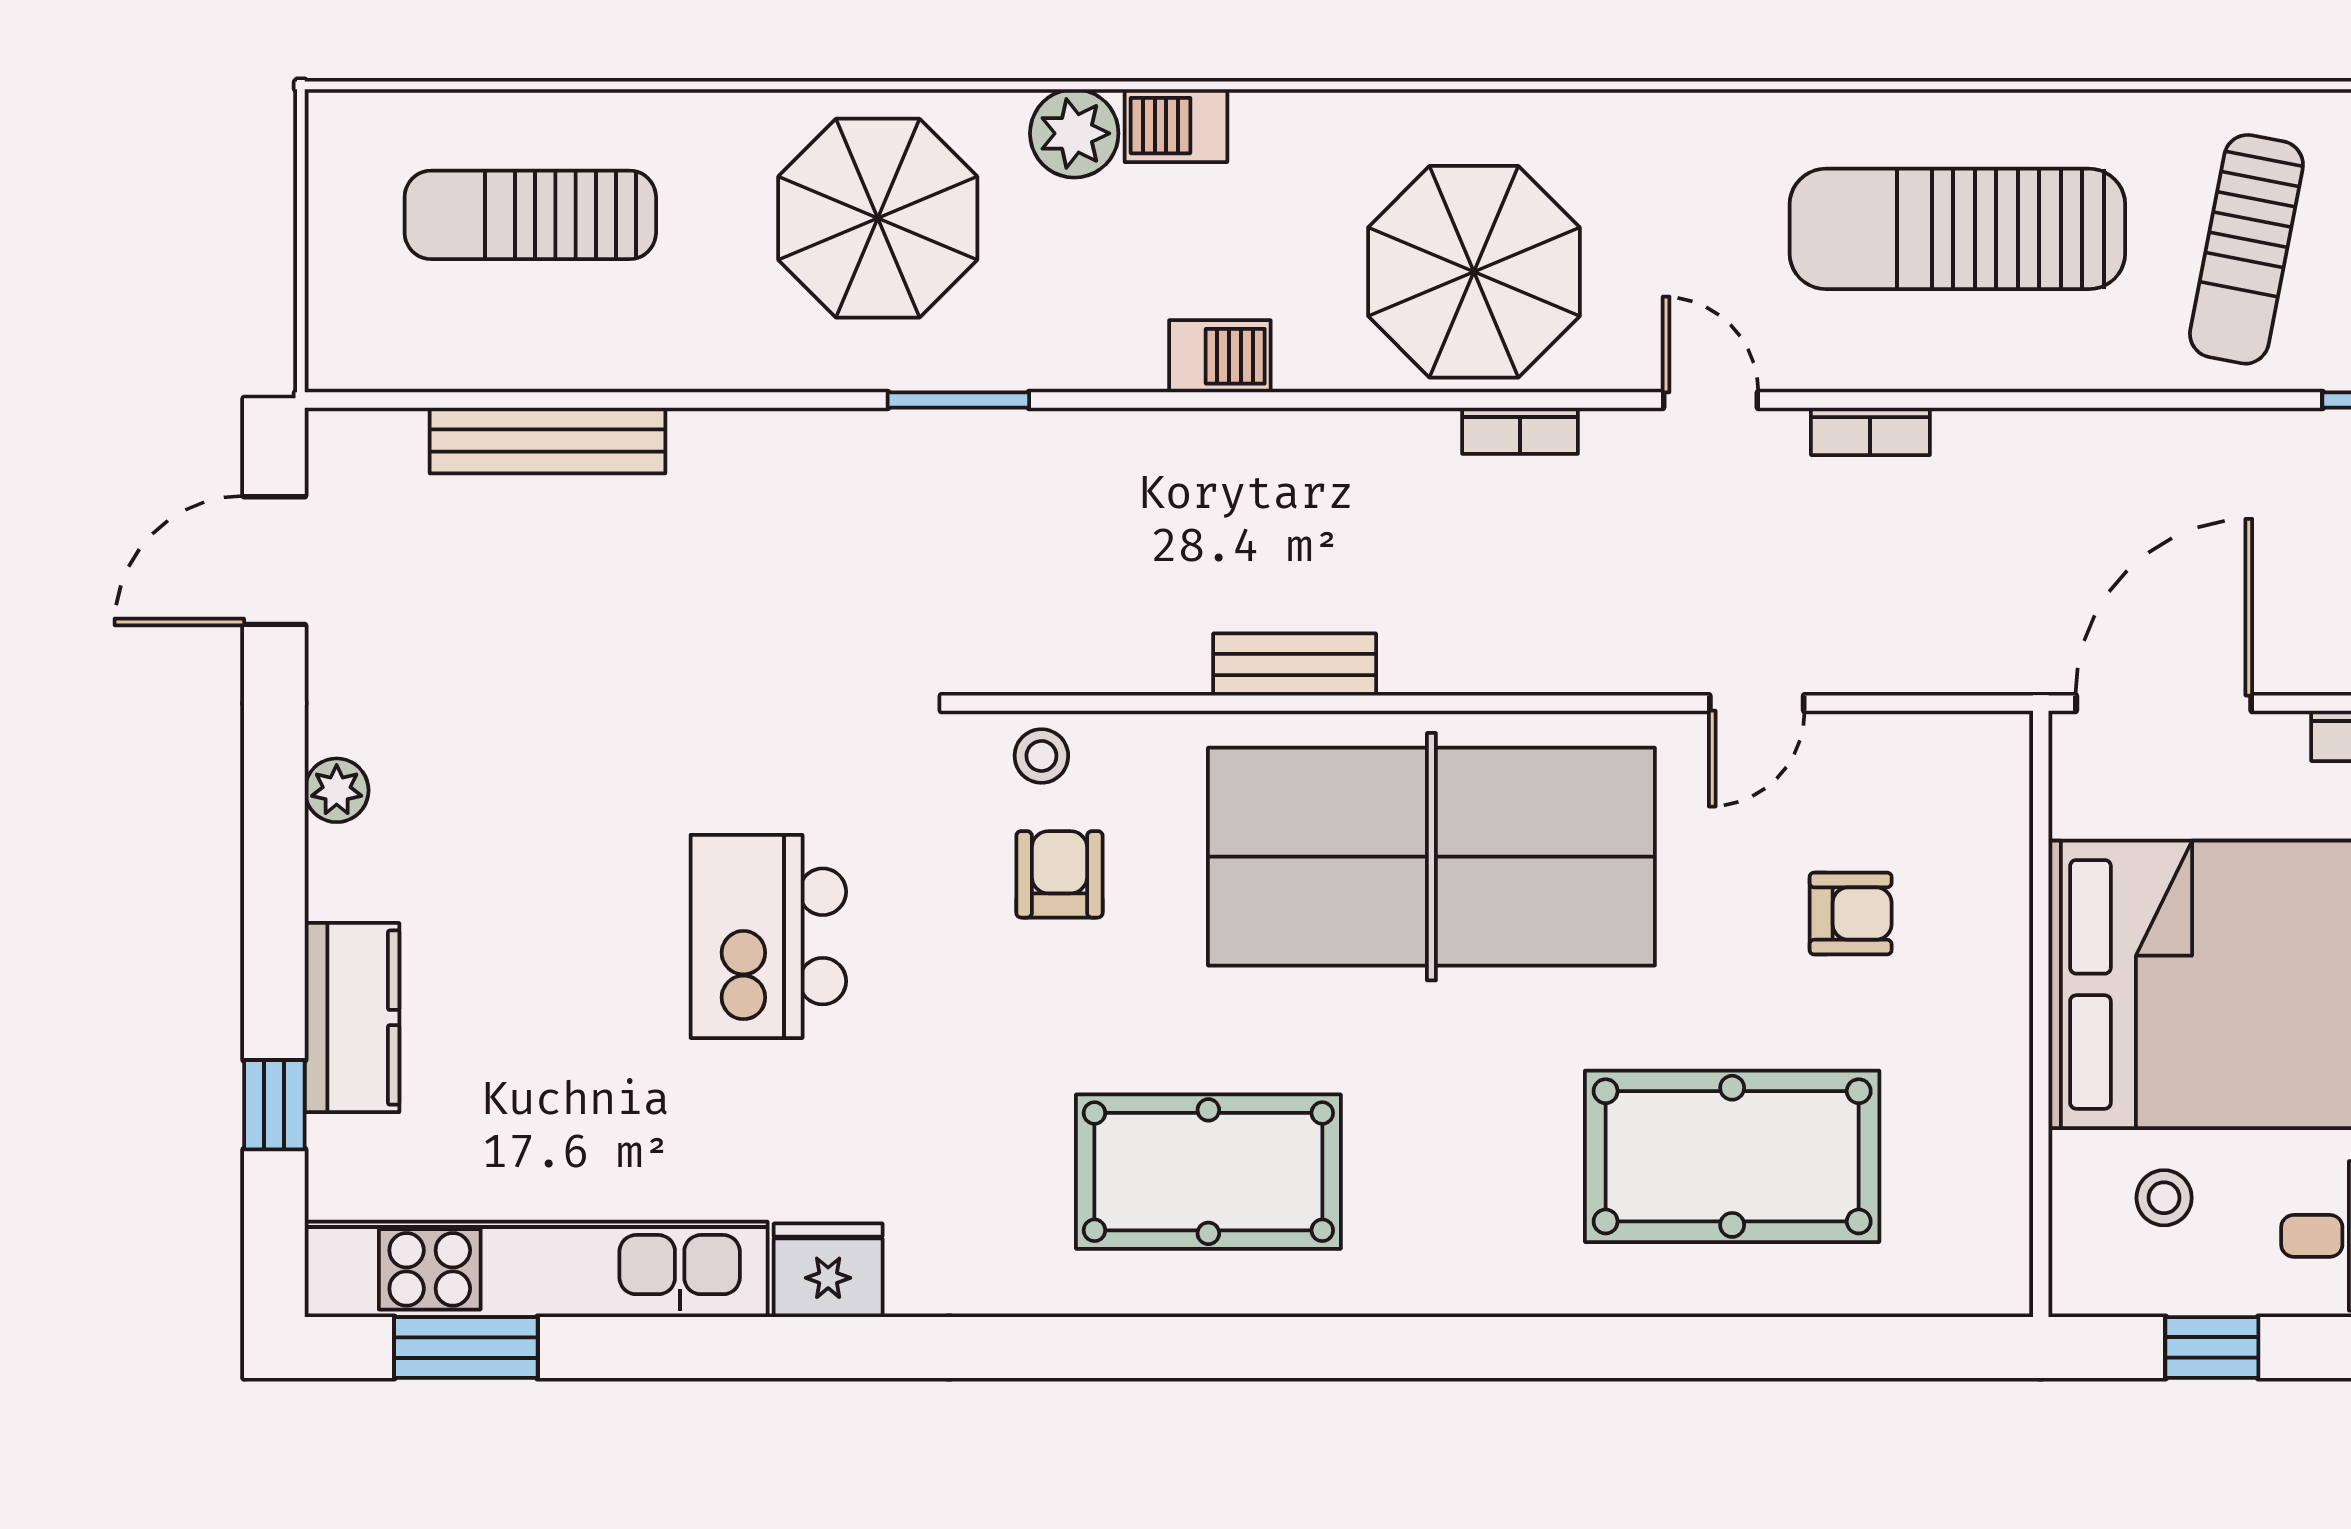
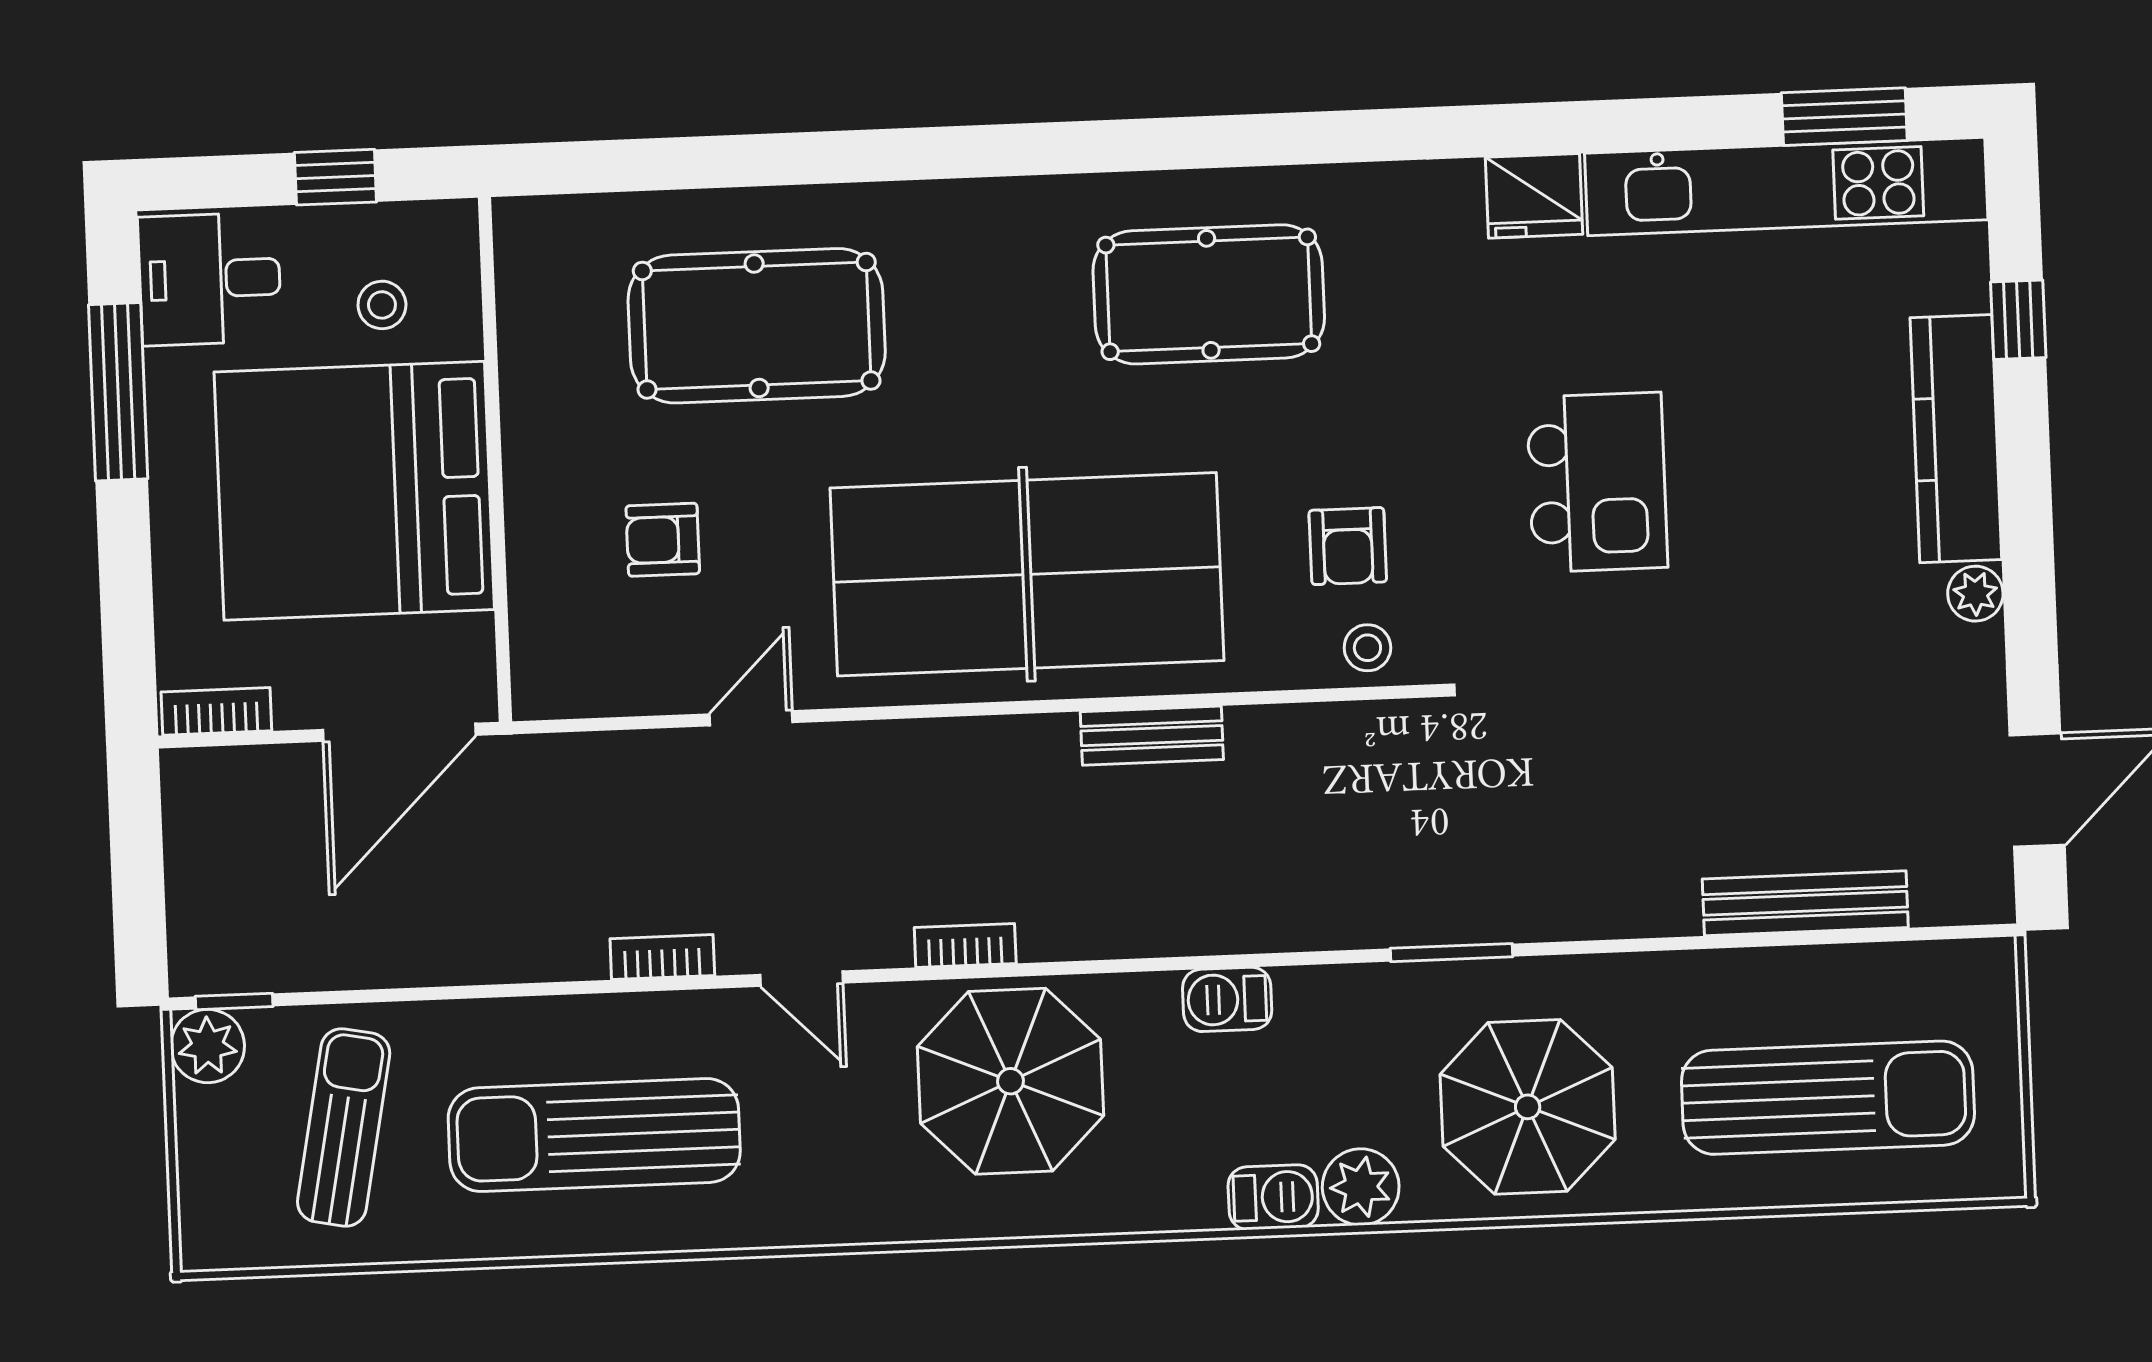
sun lounger: (530, 215) -> (1828, 1098), width x1.36, depth x1.34
sun lounger: (1957, 229) -> (594, 1135), turned 180
kitchen counter: (352, 1018) -> (1956, 439), width x1.50

